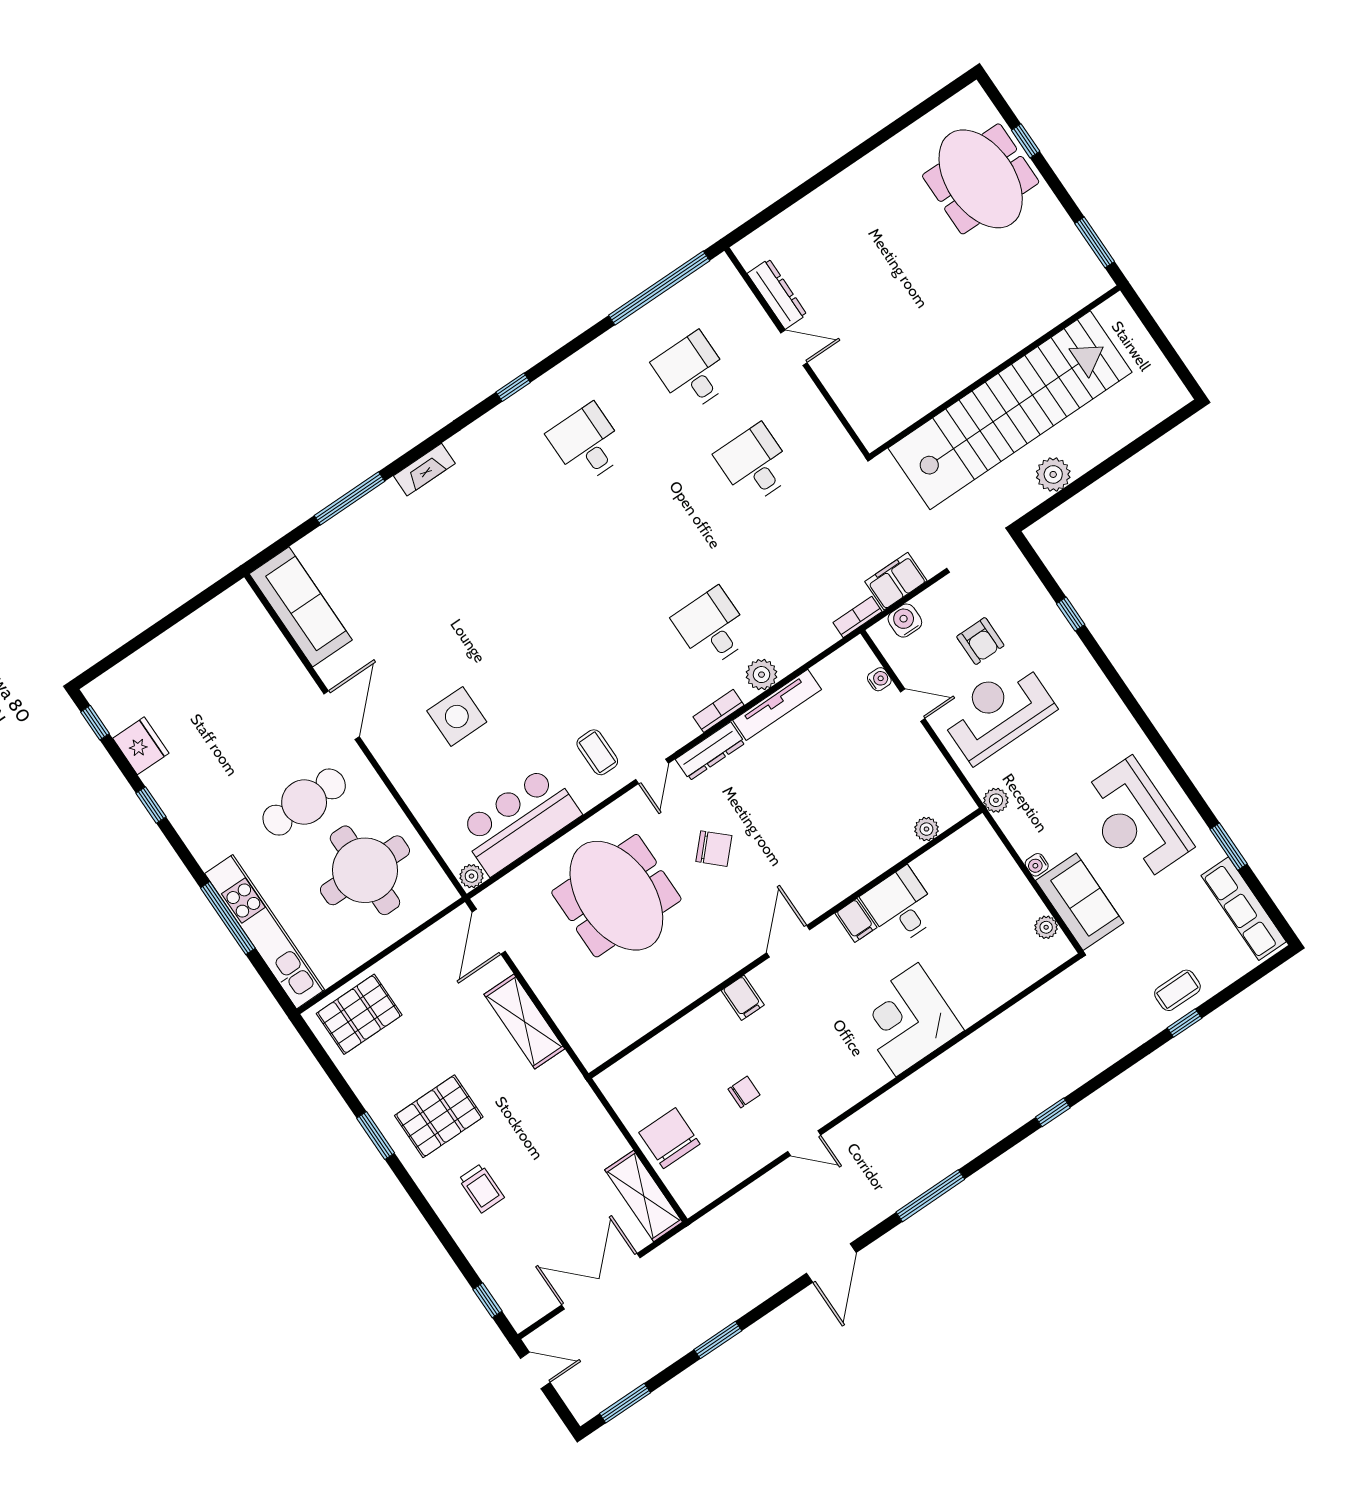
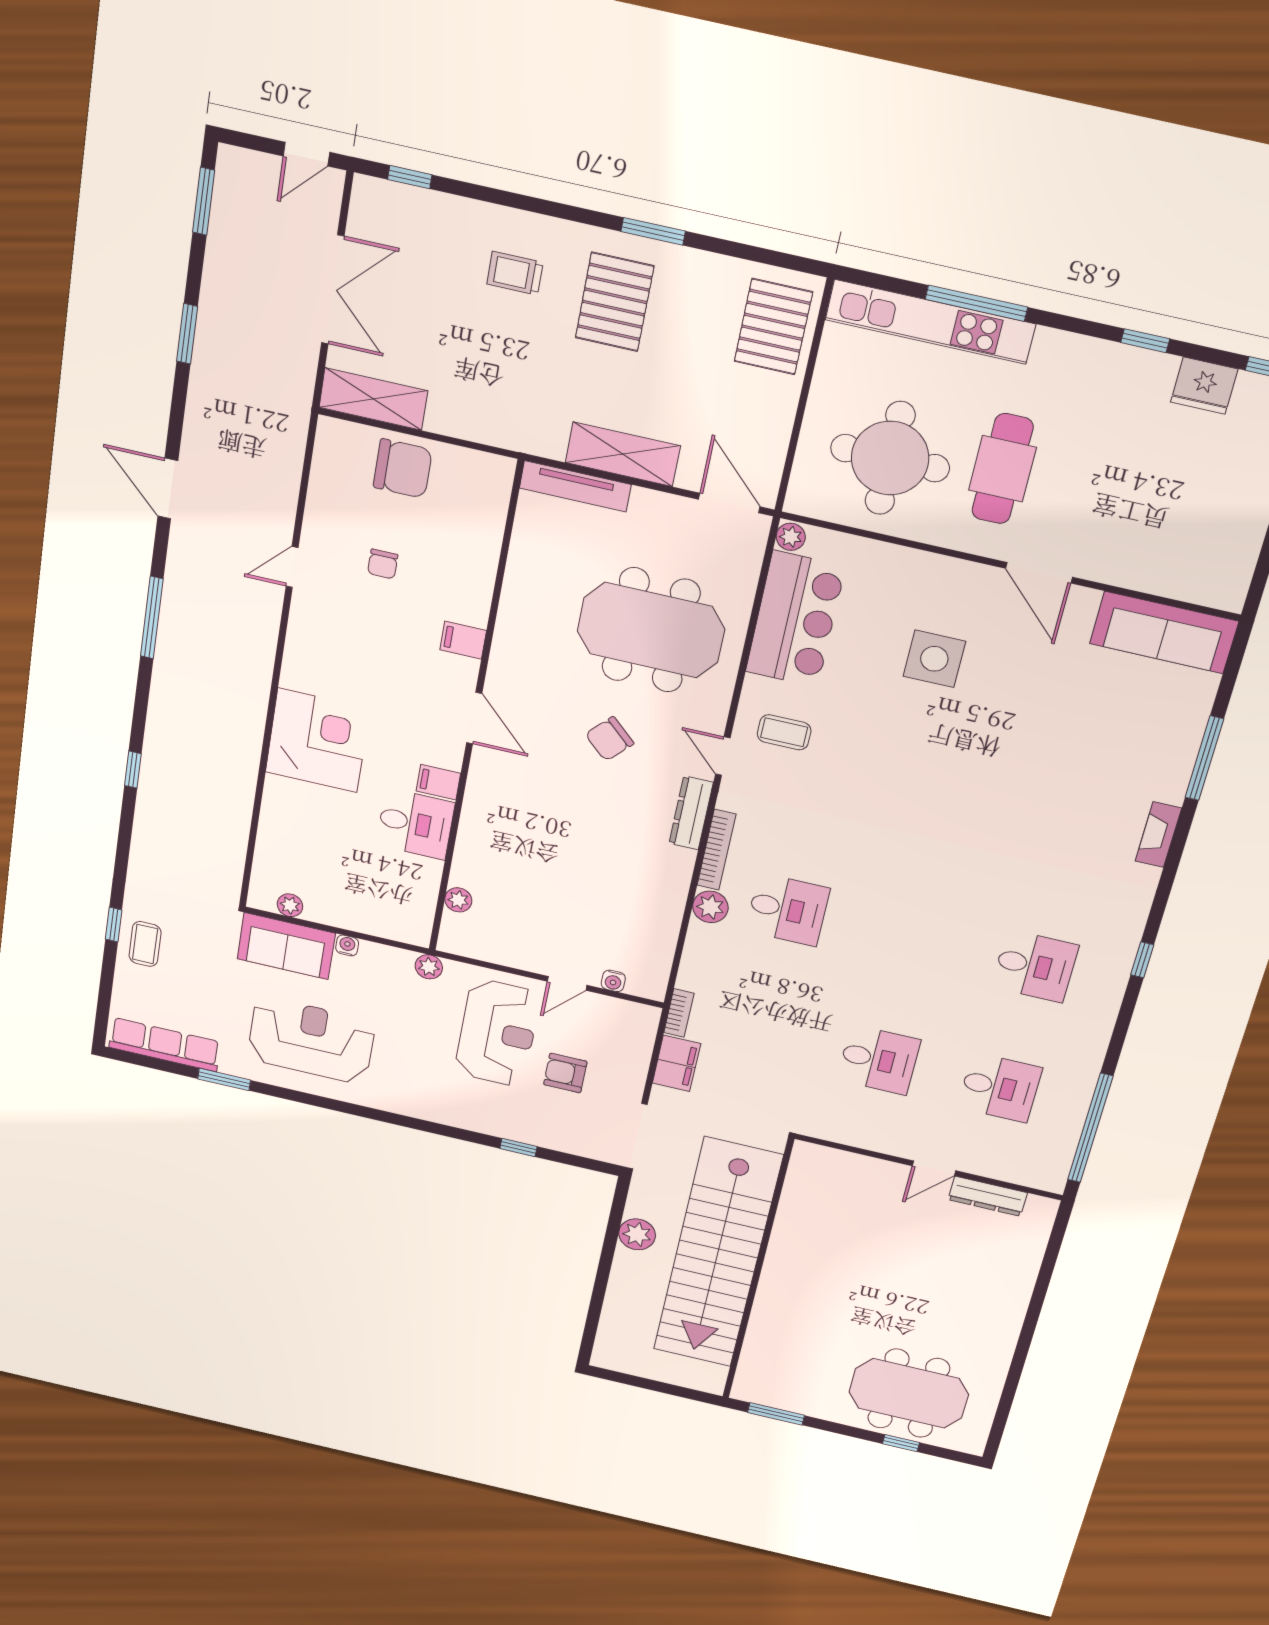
water cooler: (905, 621) -> (639, 1040), removed
tv unit: (777, 705) -> (575, 486), moved, turned -90
bookcase: (718, 711) -> (717, 850), width x1.56

